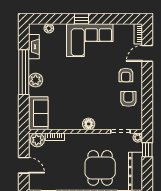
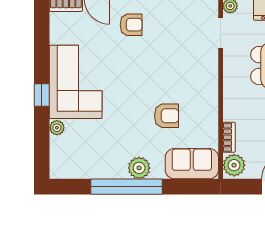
plant: (49, 28) -> (57, 128), moved
fireplace: (34, 47) -> (86, 171), removed
armchair: (128, 99) -> (167, 116), moved, turned 180
floor lamp: (89, 124) -> (209, 84), removed

